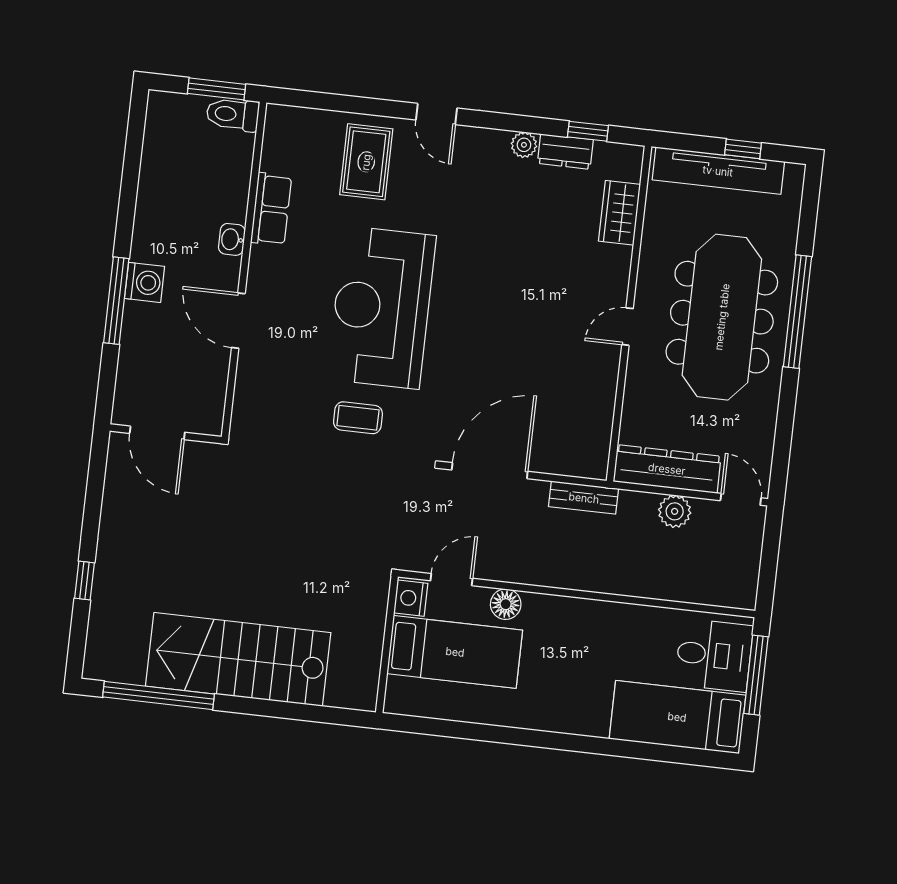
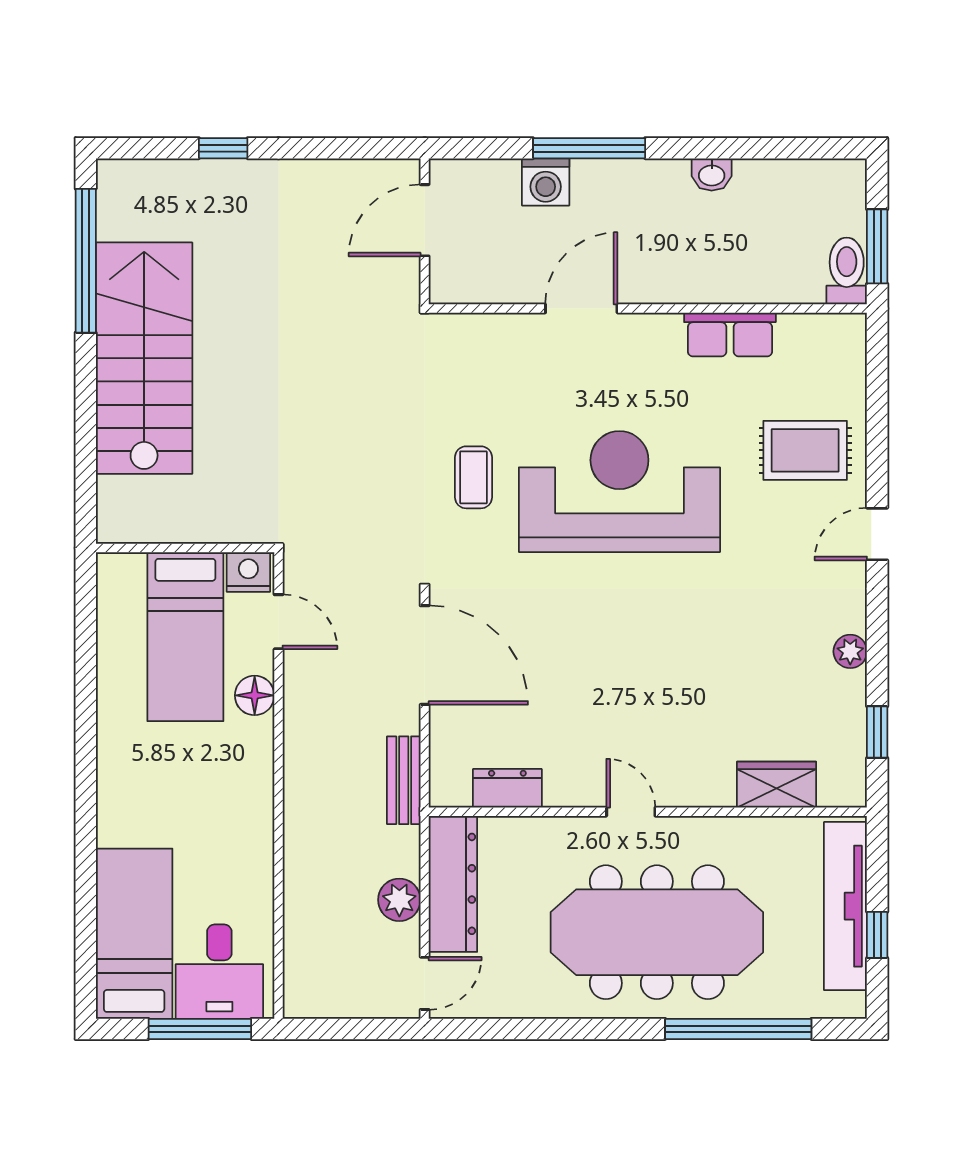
dresser: (565, 152) -> (507, 788), moved, turned 90
washbasin: (232, 239) -> (712, 175), moved, turned 180
washing machine: (145, 282) -> (546, 182), moved
window: (797, 312) -> (738, 1029), moved

